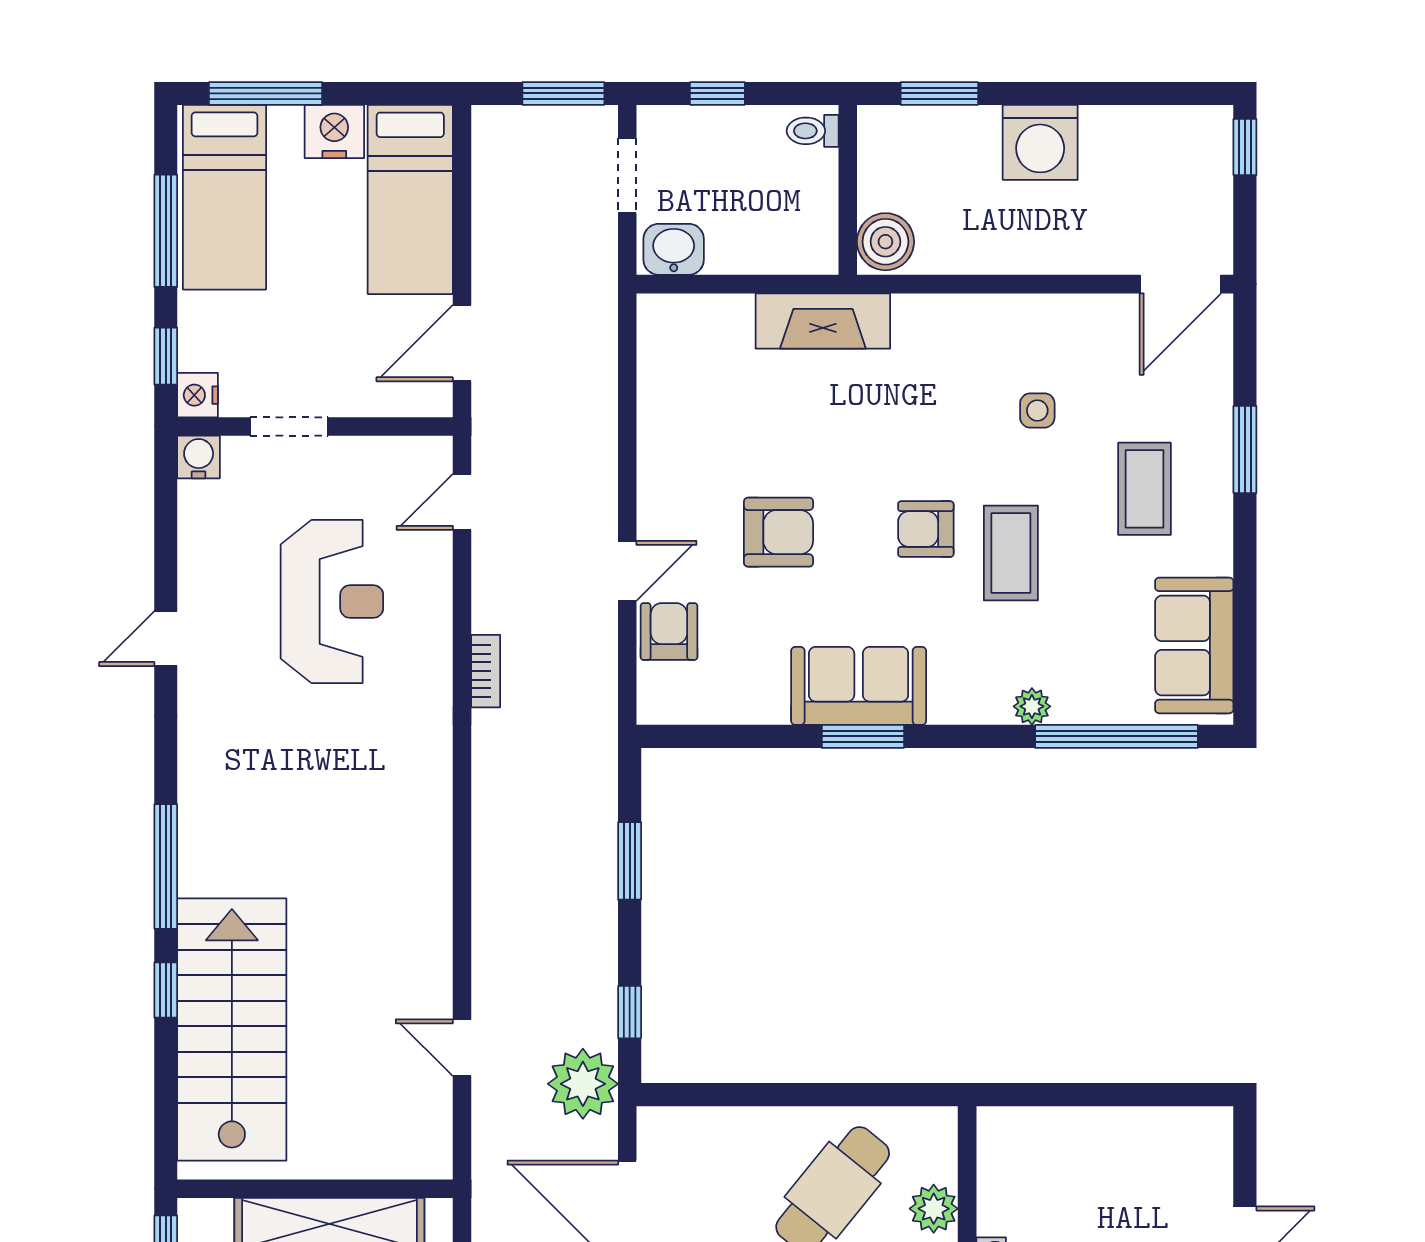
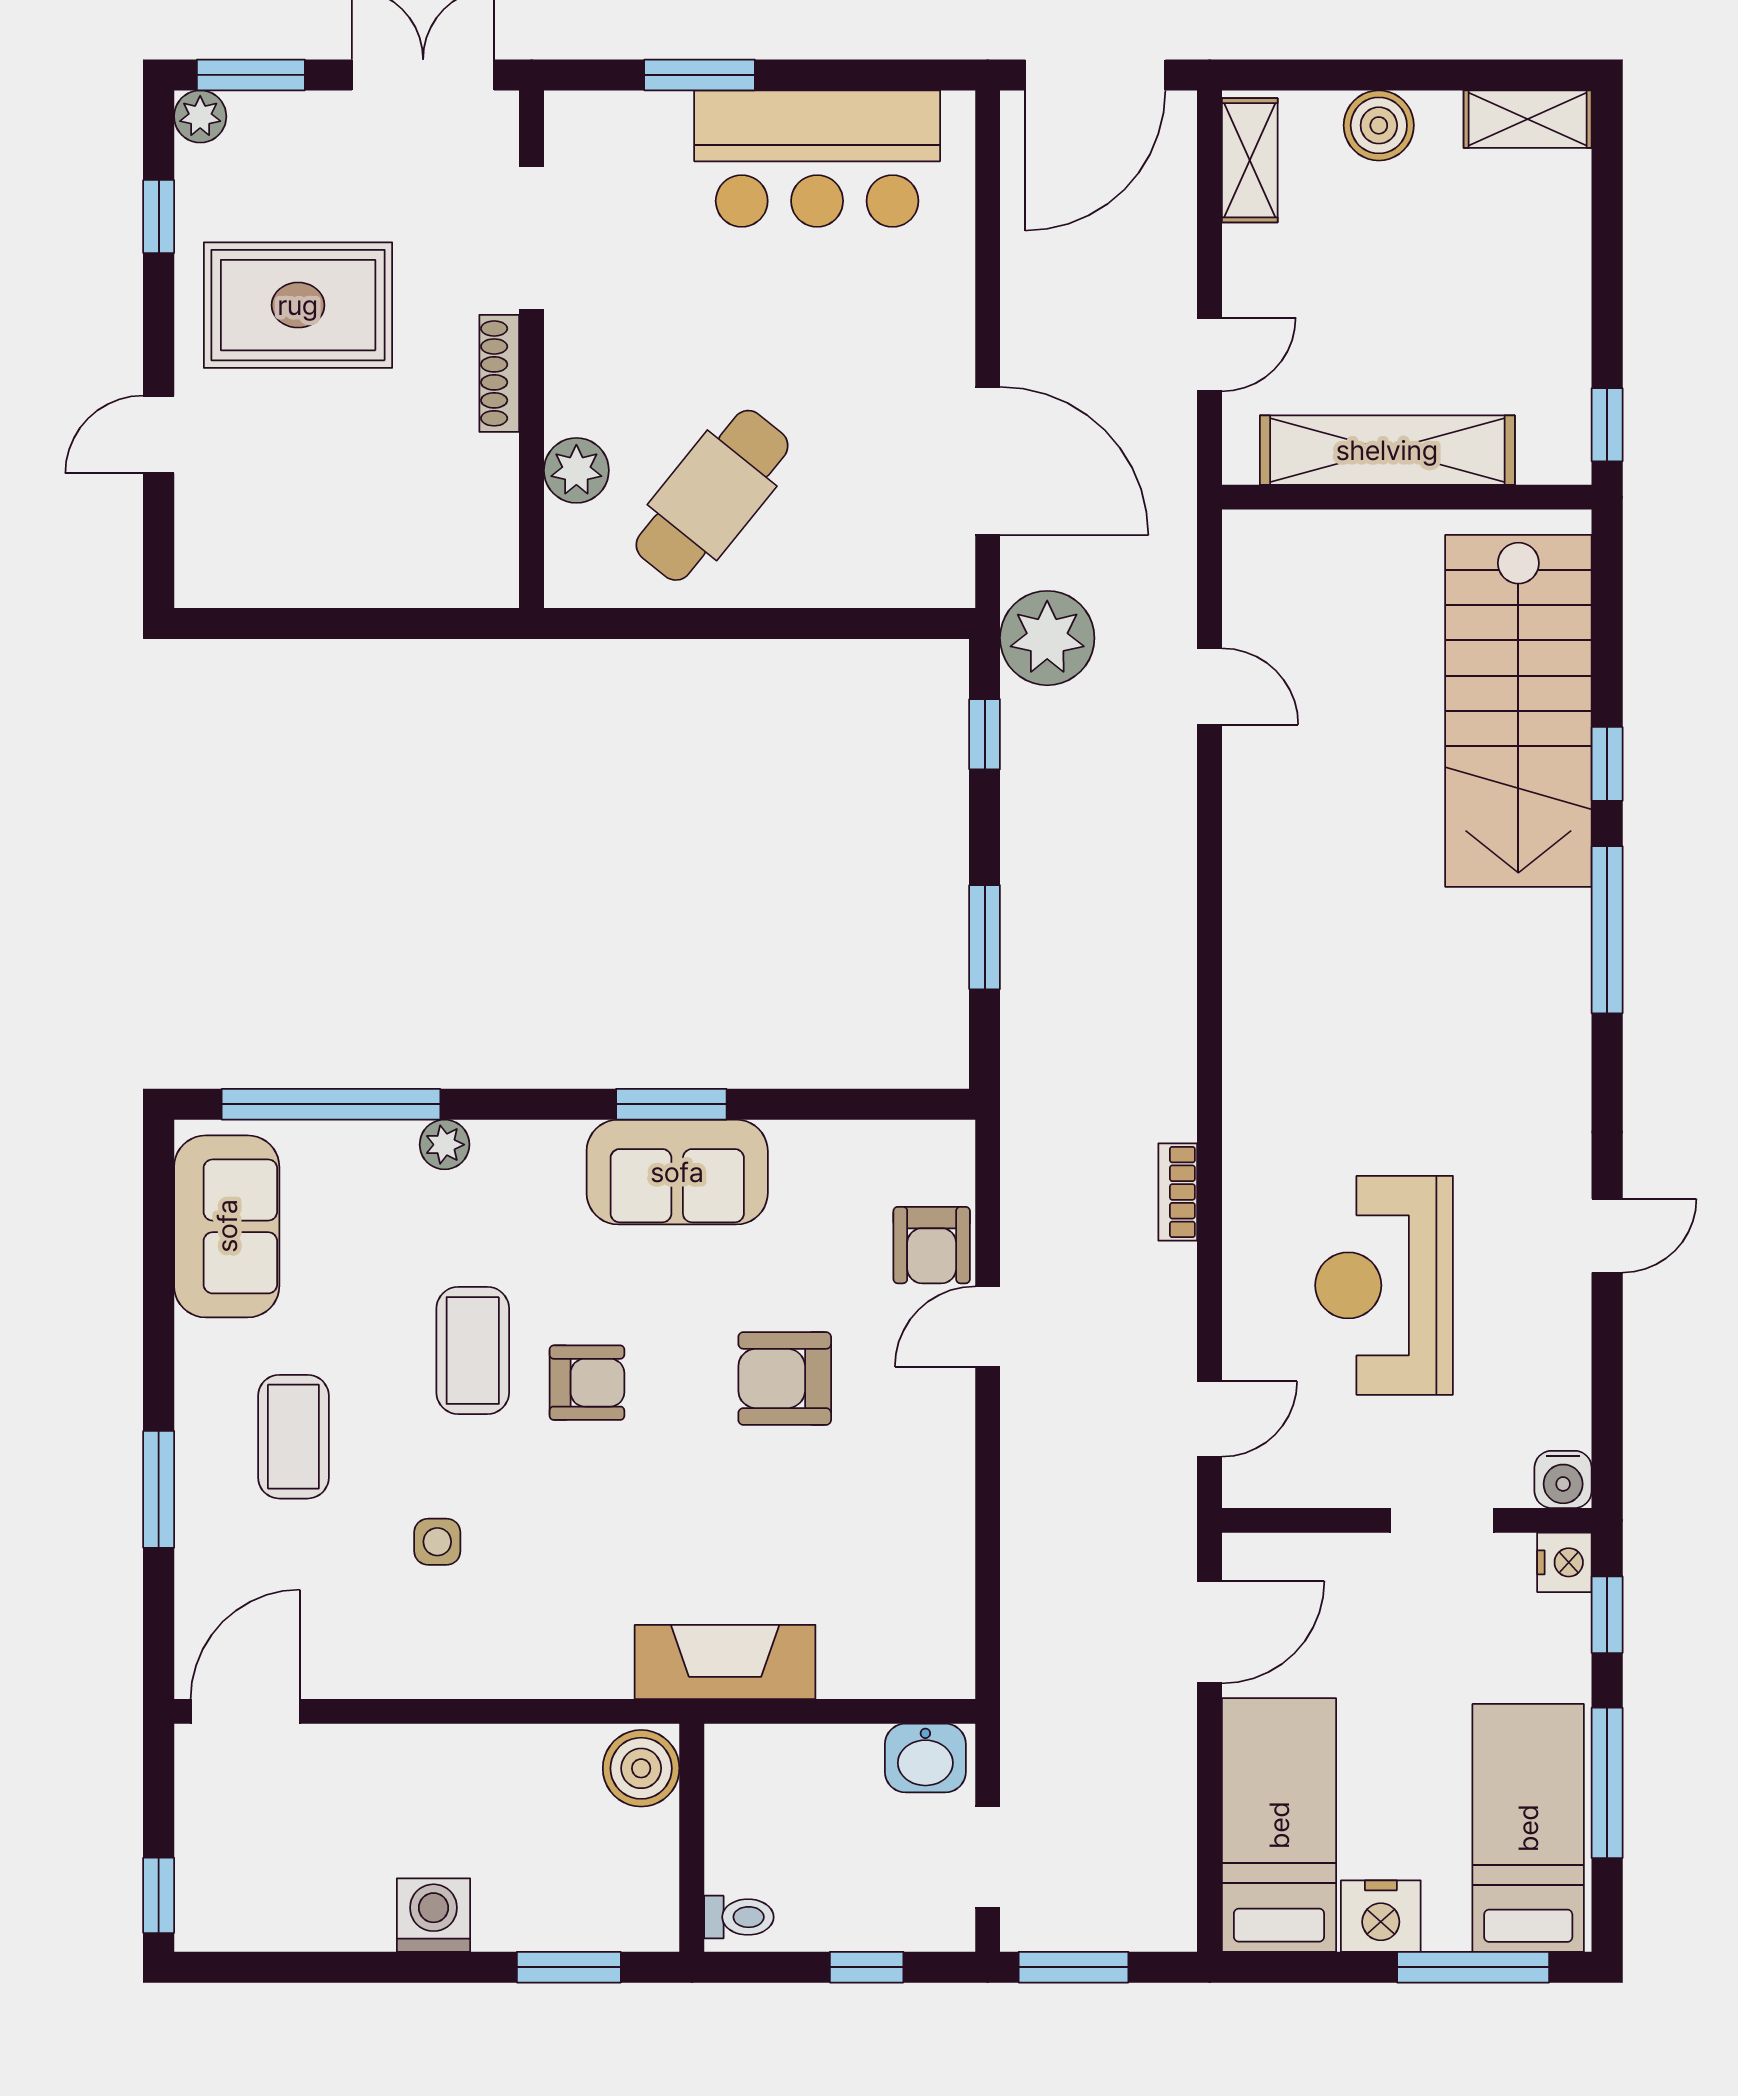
washing machine: (1040, 142) -> (434, 1915), width x0.73, depth x0.73

